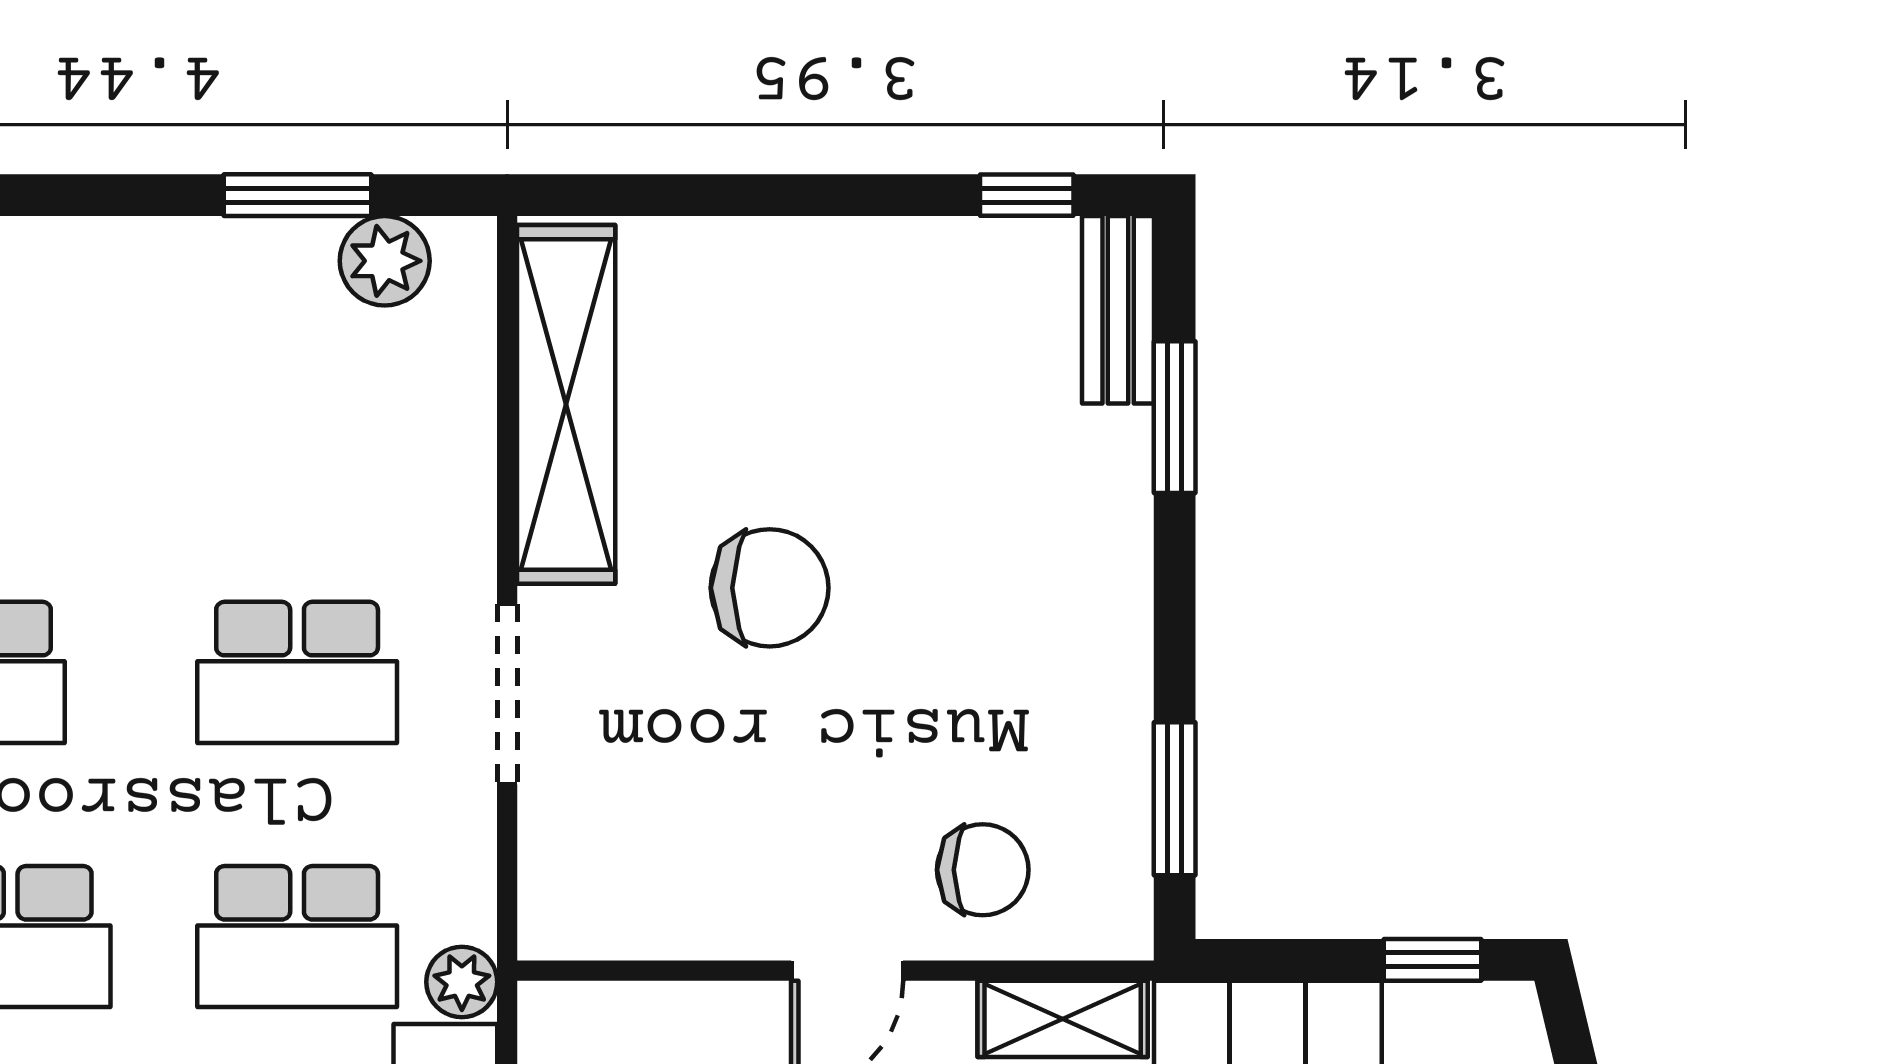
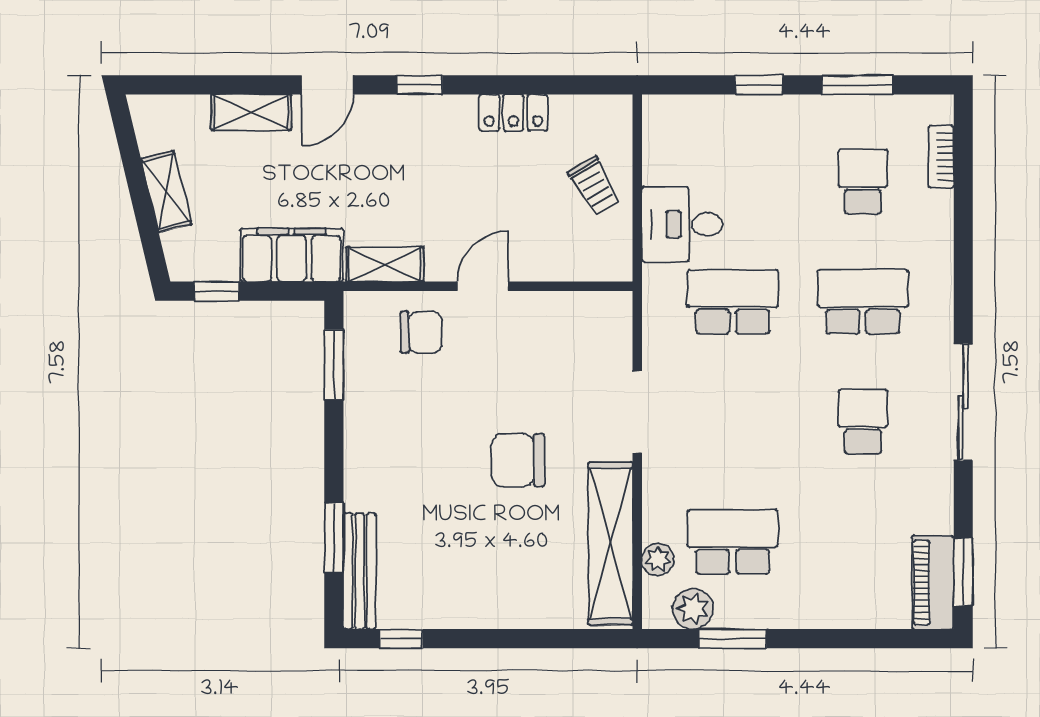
bench: (1118, 310) -> (360, 571), width x1.36
school desk: (297, 672) -> (733, 542), moved
chair: (983, 870) -> (421, 332), turned 180
plant: (462, 982) -> (658, 559), moved

